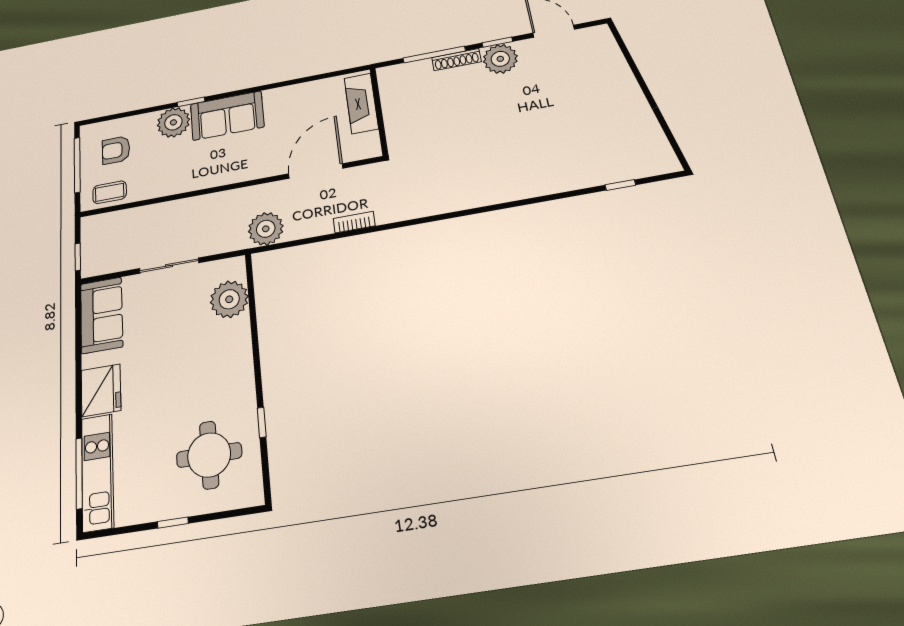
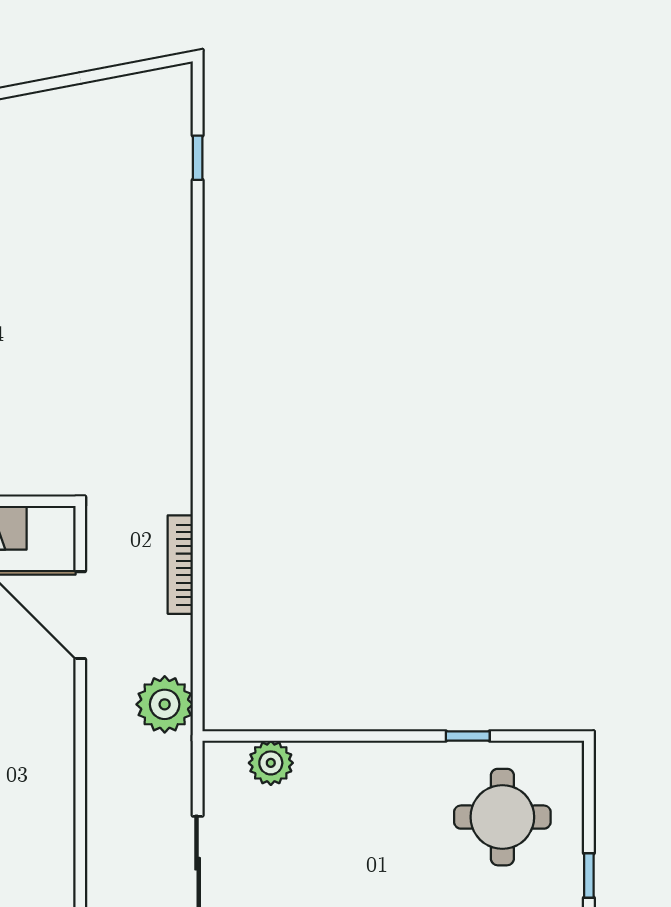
bookcase: (354, 222) -> (180, 565), width x1.56
plant: (229, 299) -> (271, 763), width x0.73, depth x0.73

